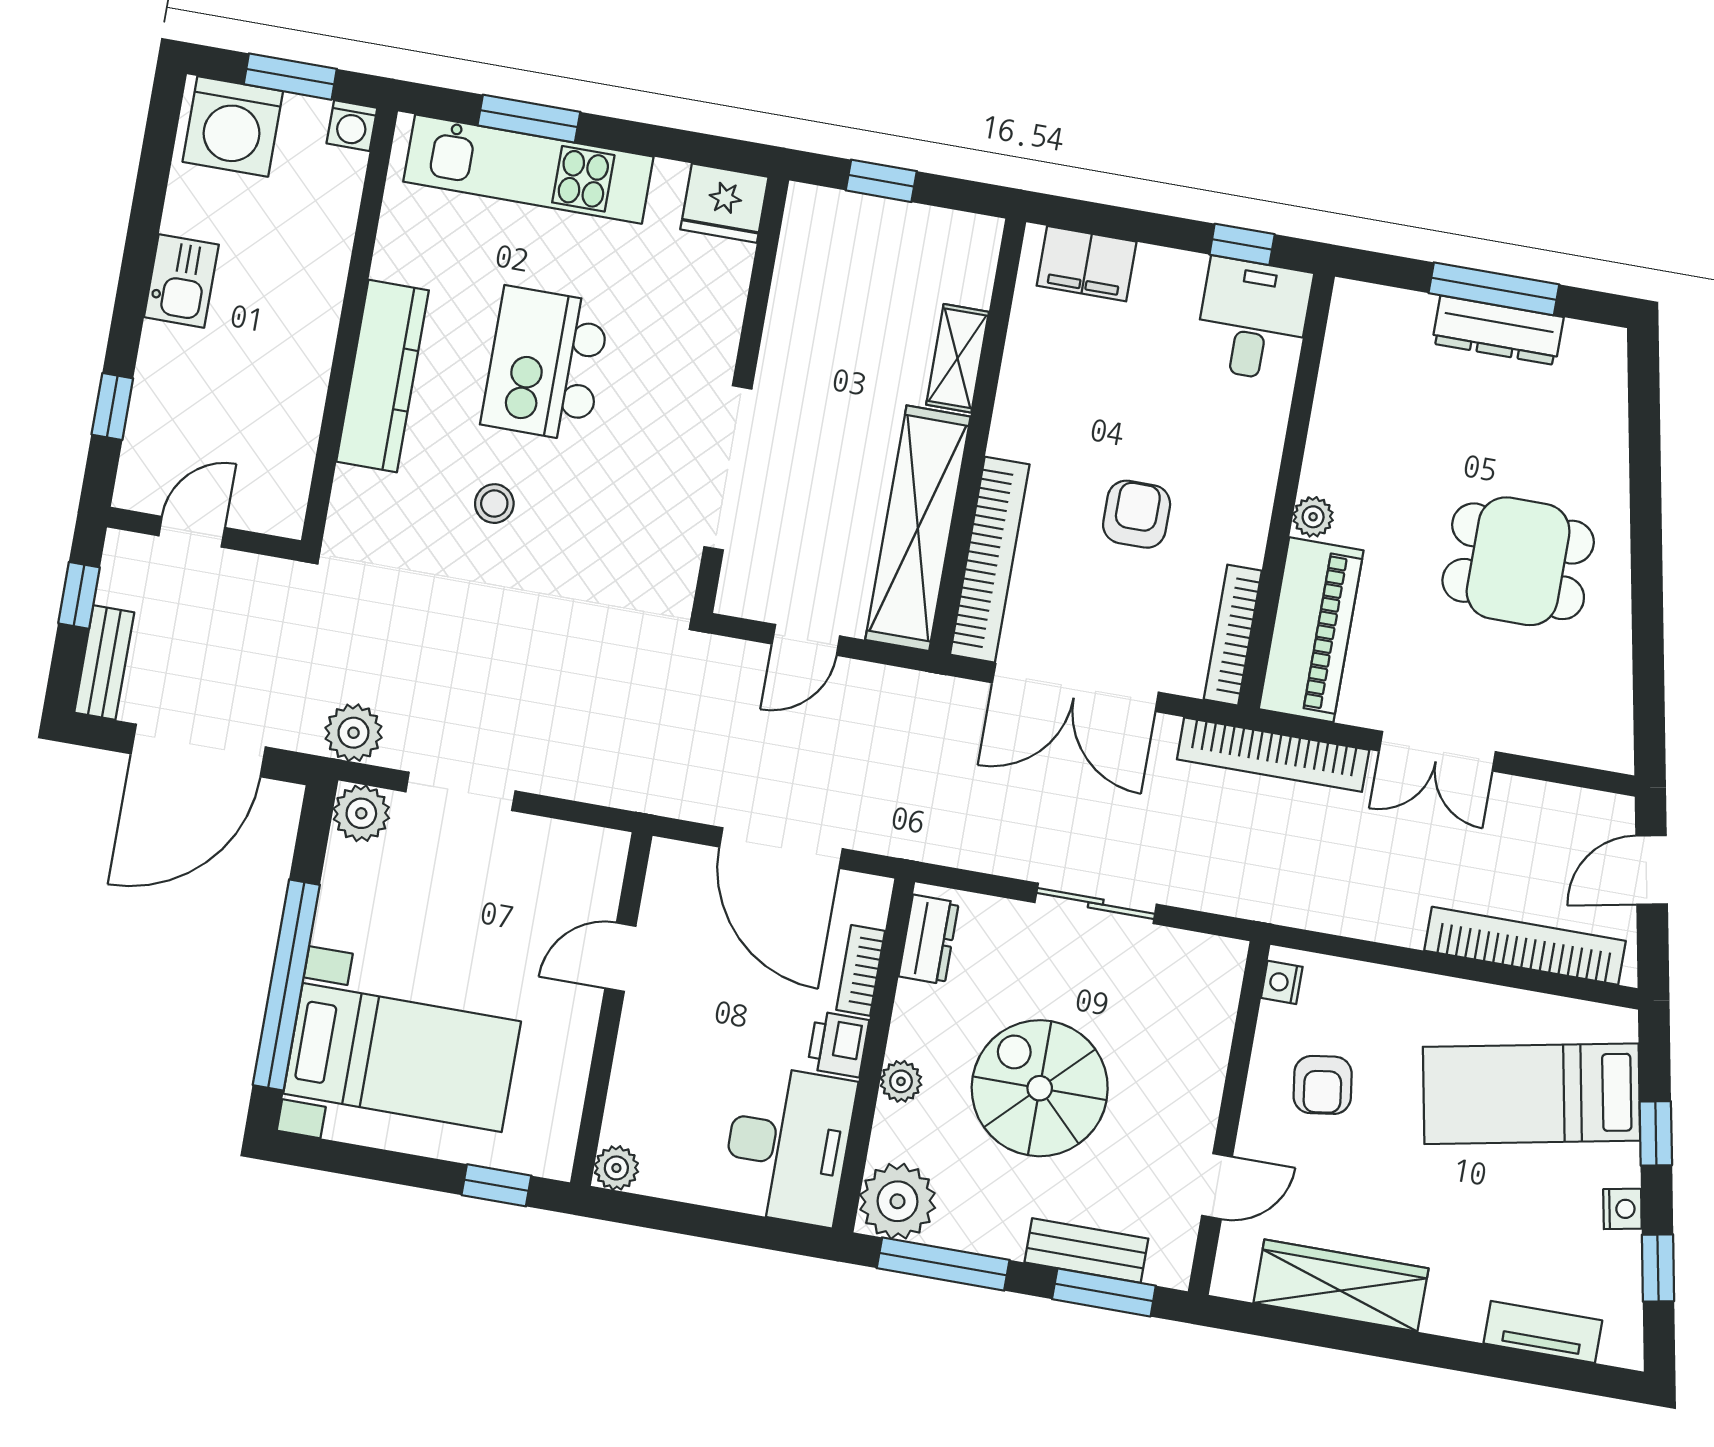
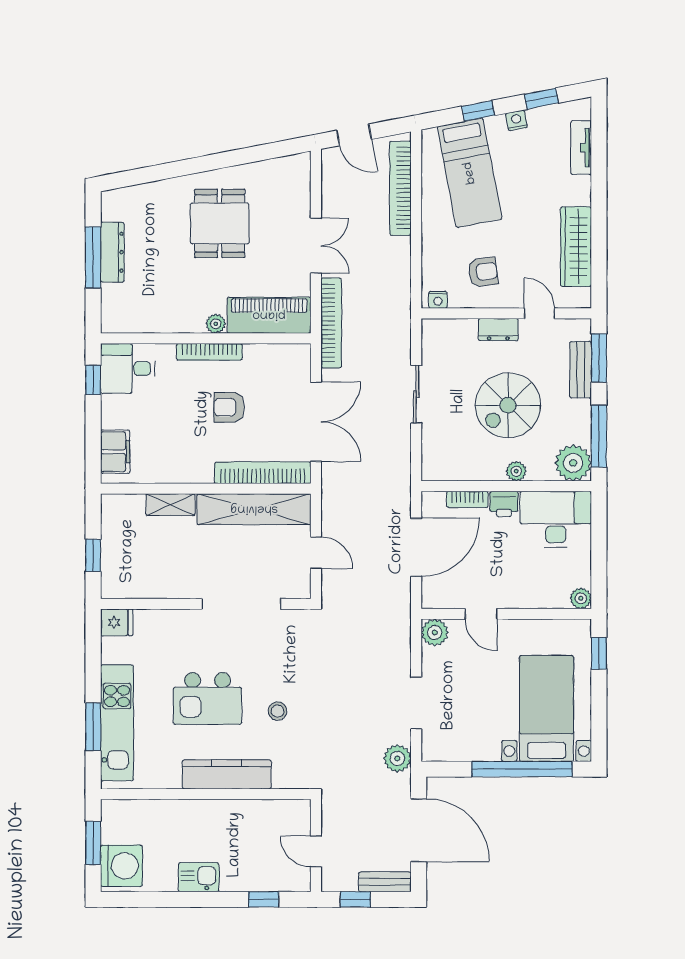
washing machine: (352, 126) -> (111, 810), removed
fridge: (724, 203) -> (117, 622), width x0.72
bookcase: (1233, 635) -> (209, 352), moved
plant: (361, 813) -> (435, 632), moved
dresser: (929, 939) -> (498, 330), moved, turned 180

